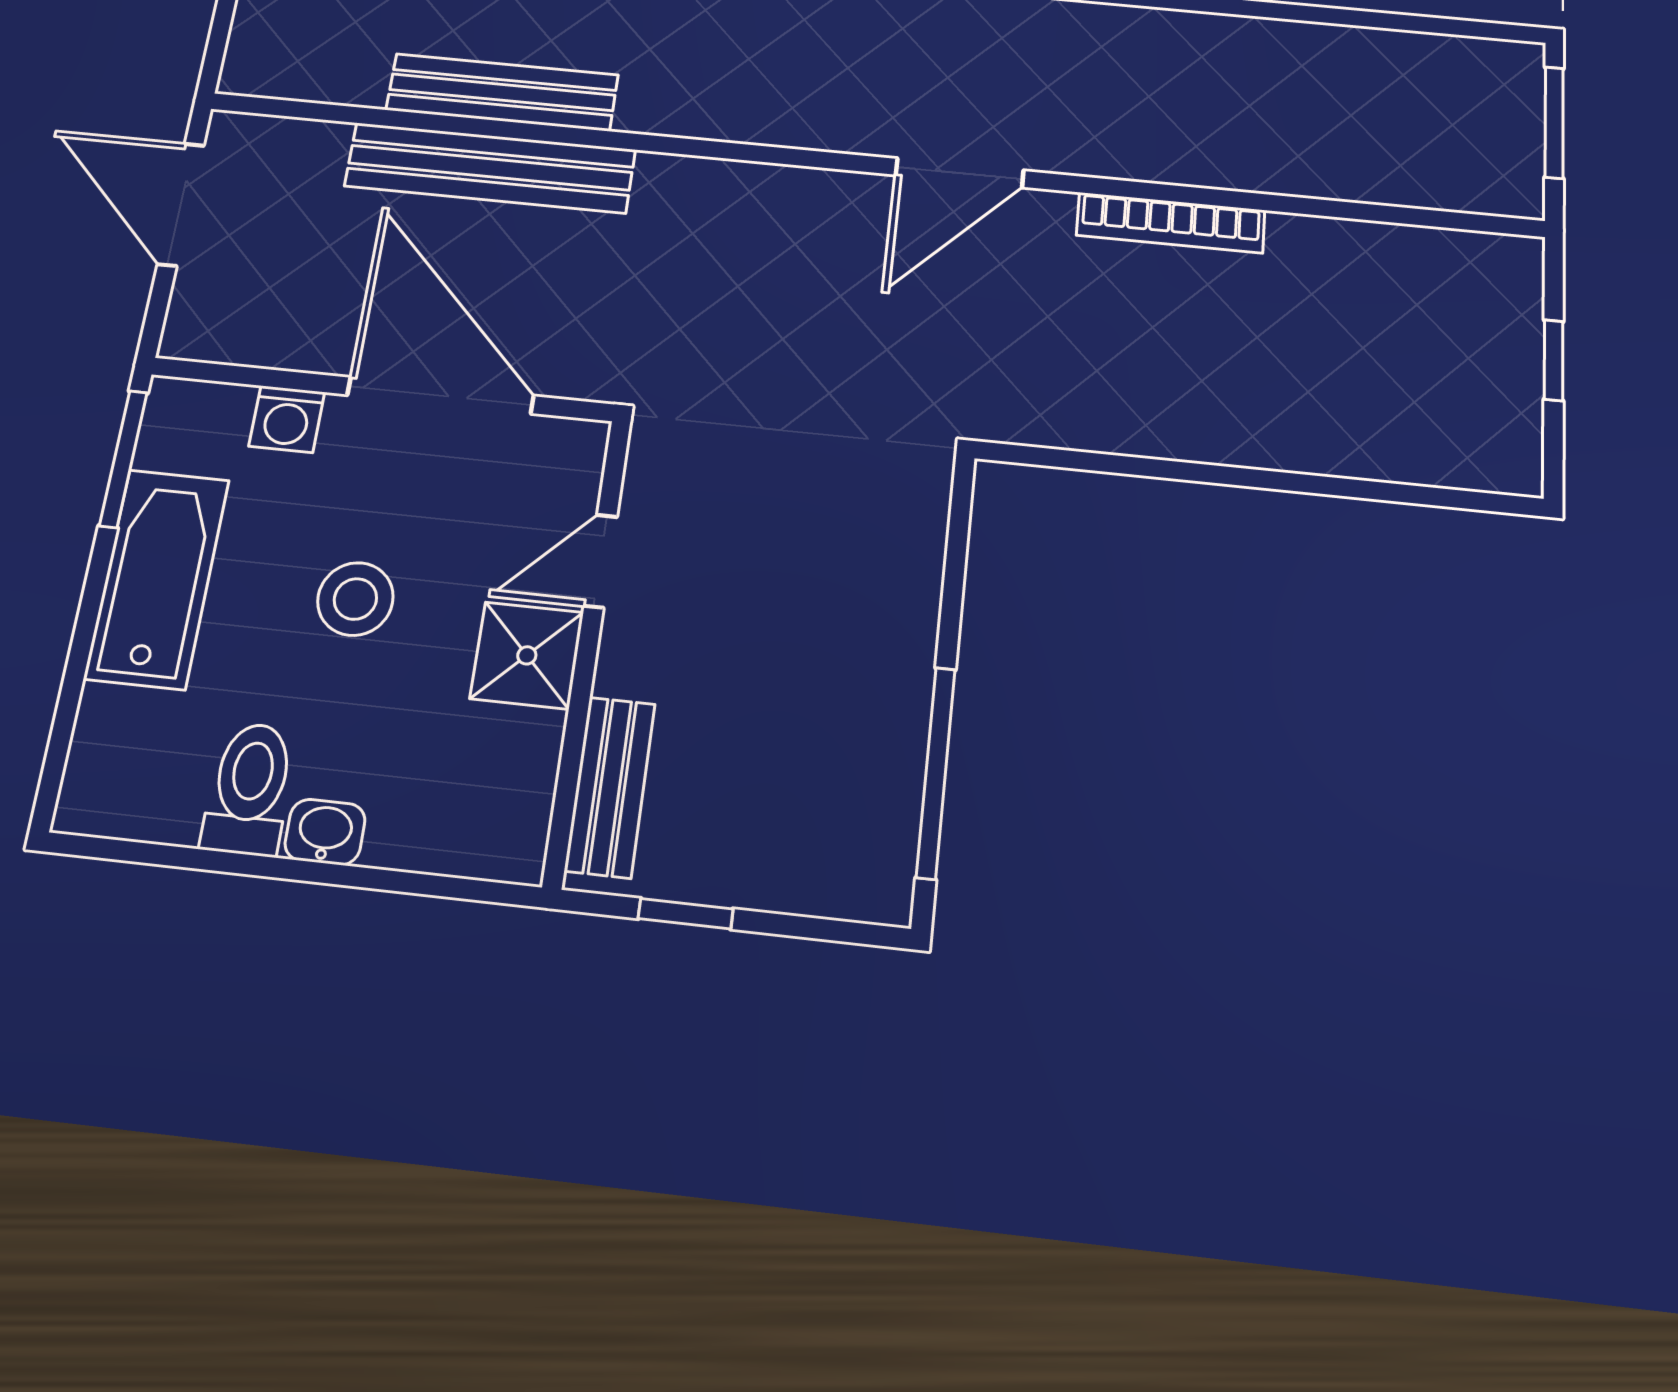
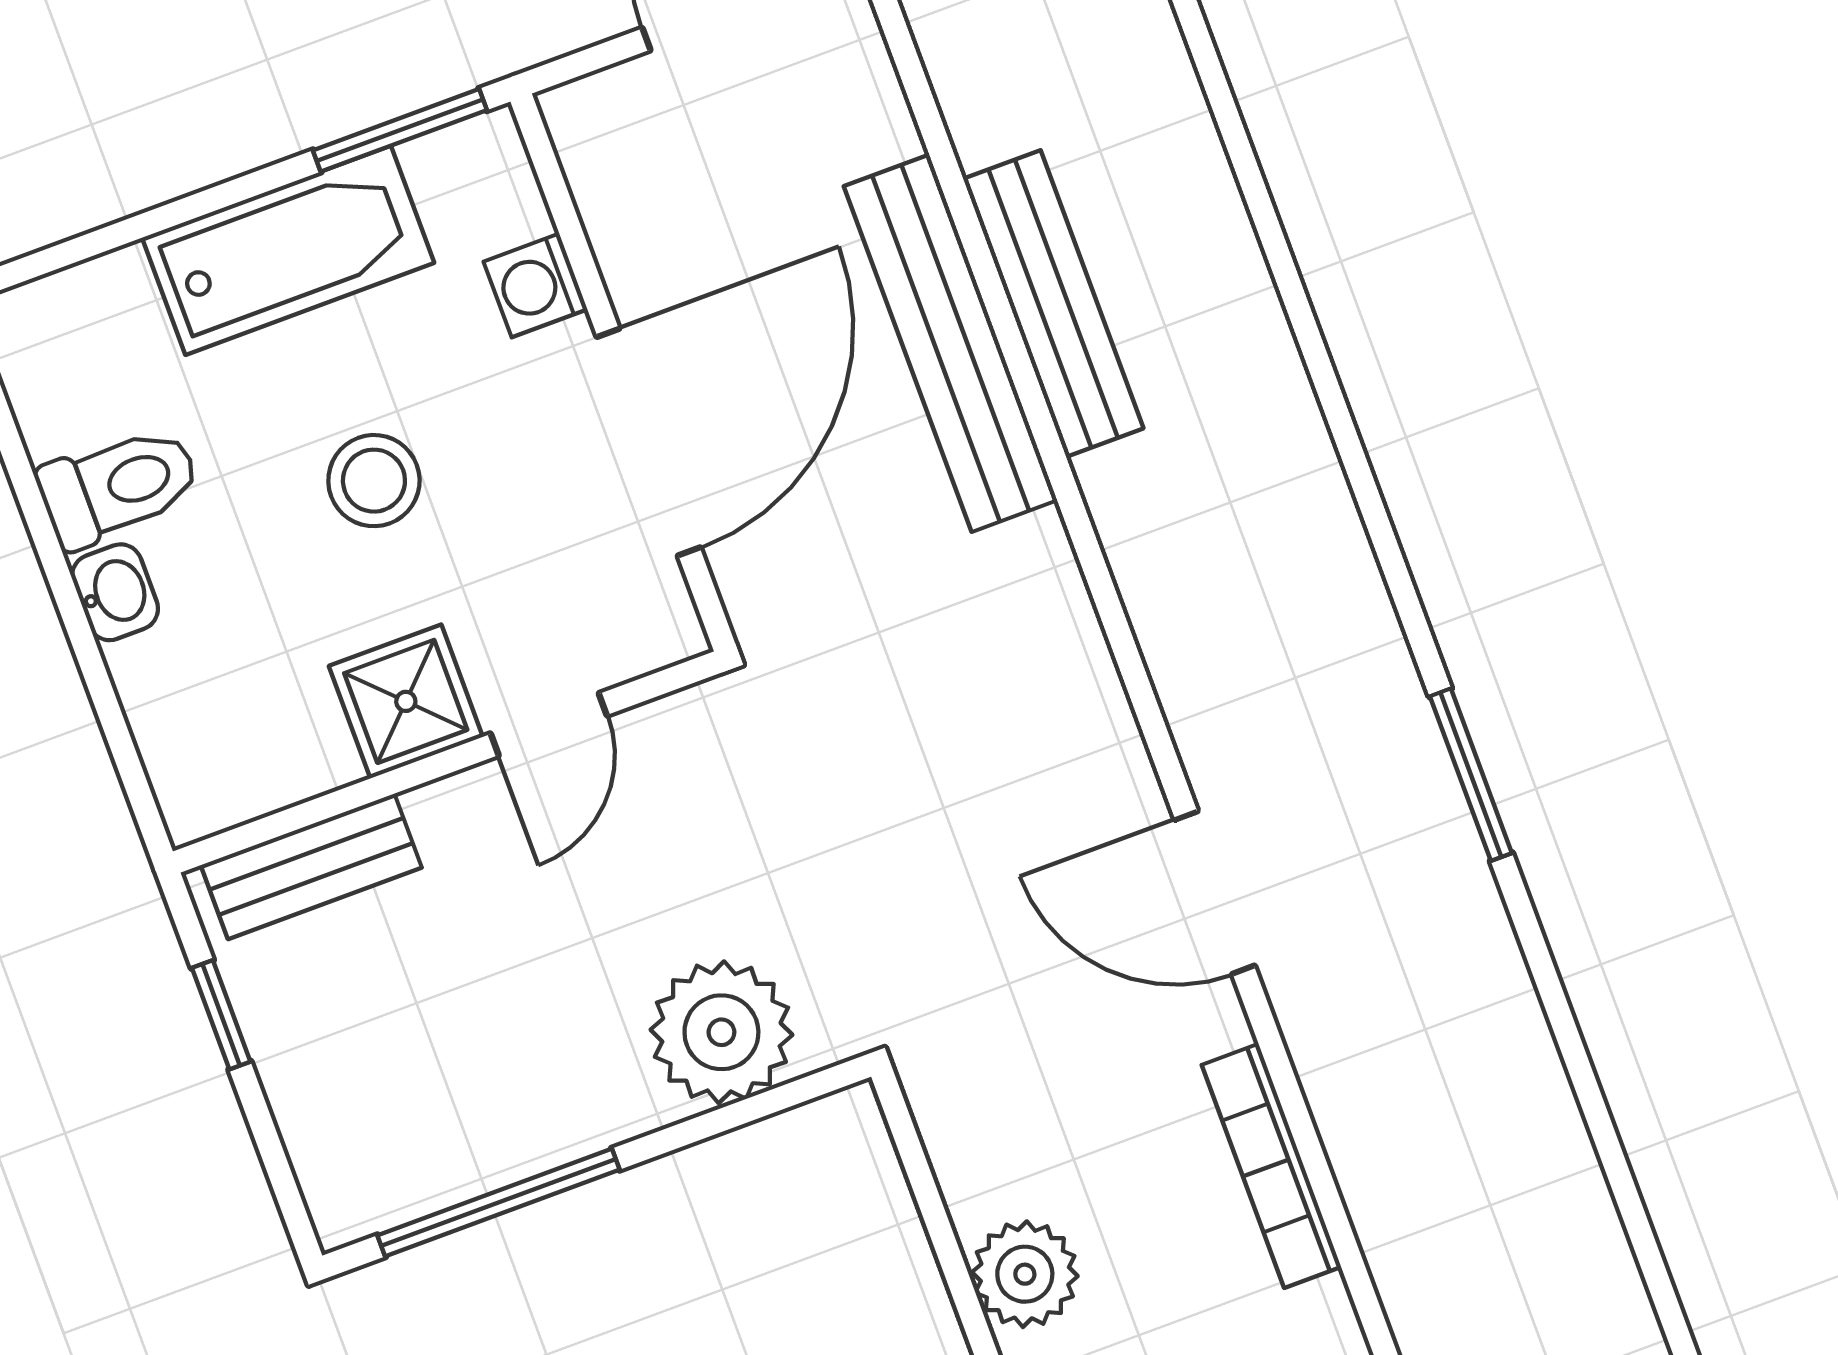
plant: (1171, 421) -> (1025, 1274), added
plant: (889, 547) -> (721, 1032), added
door: (600, 561) -> (549, 724), swing flipped

